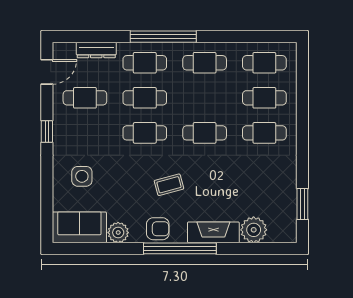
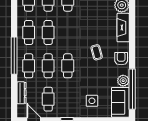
cafe table: (205, 133) -> (48, 32), moved
window: (180, 248) -> (132, 89), moved

